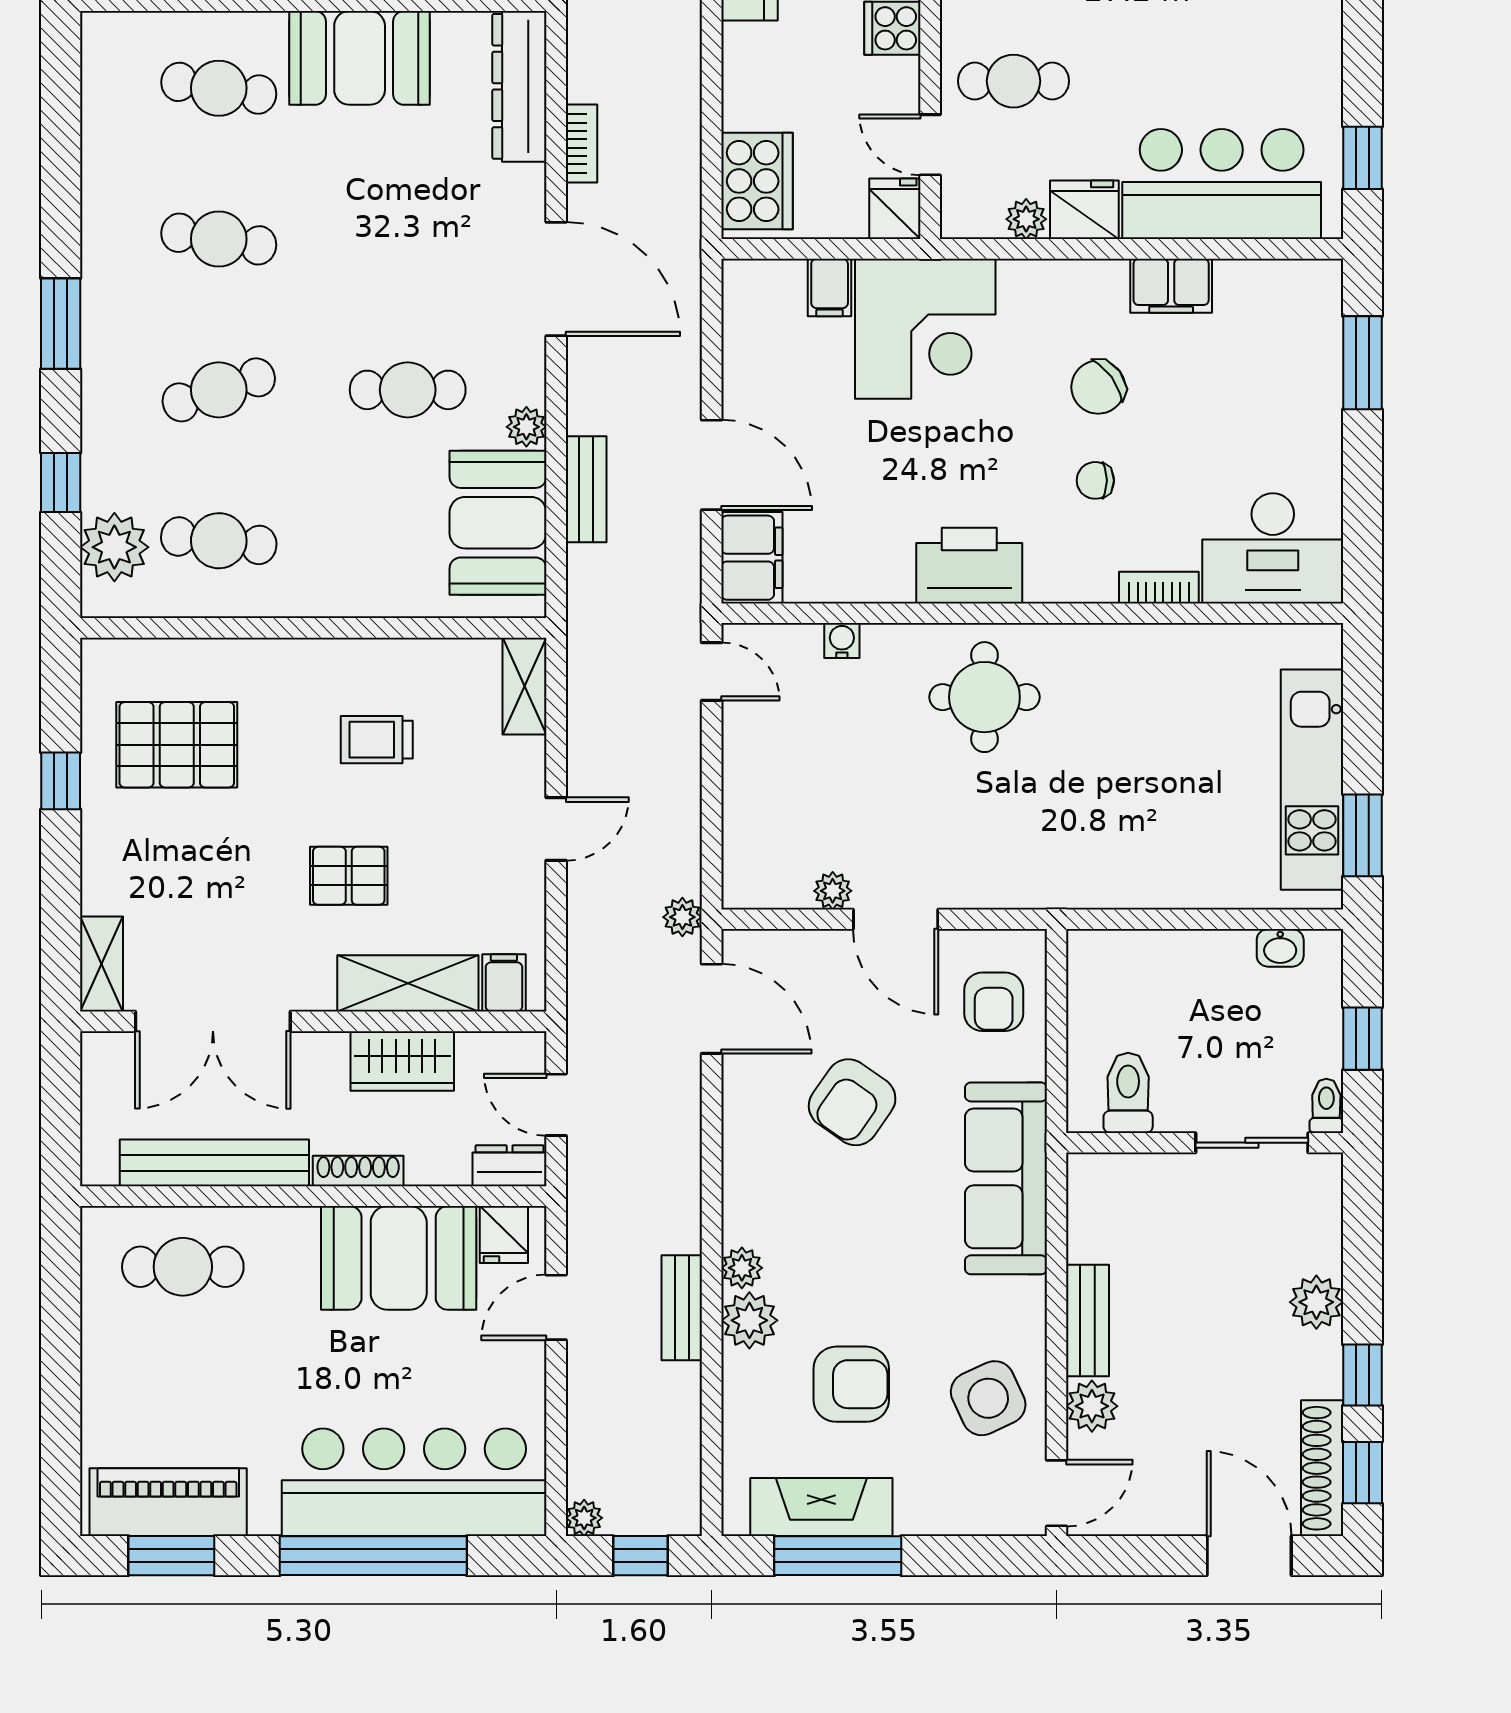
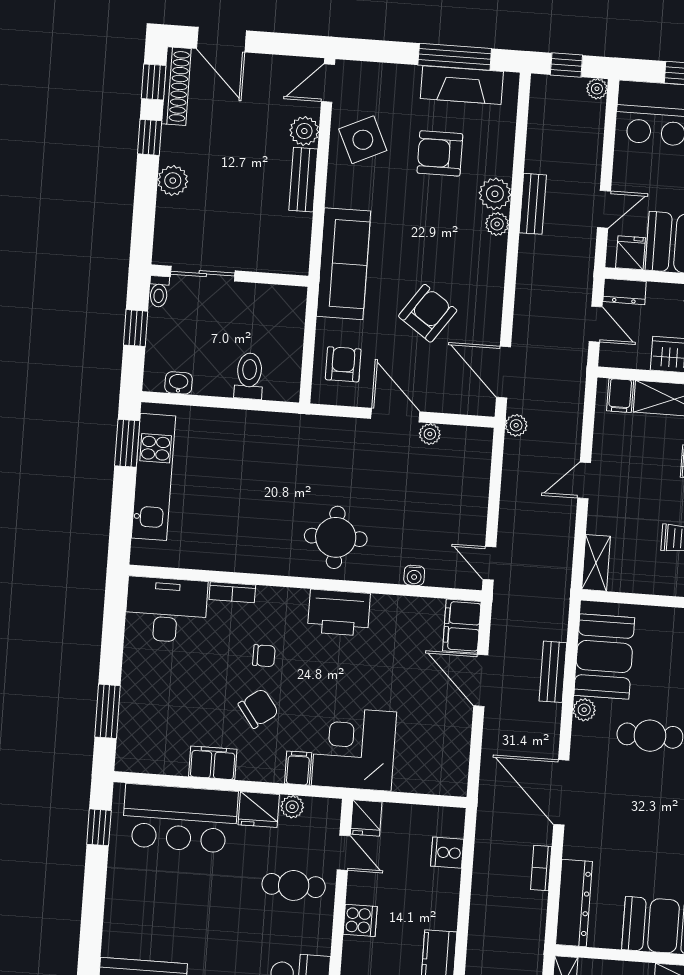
cooker: (757, 181) -> (447, 853), width x0.53, depth x0.76
filing cabinet: (830, 288) -> (298, 768), moved
toilet: (1128, 1093) -> (249, 376), moved, turned 180

